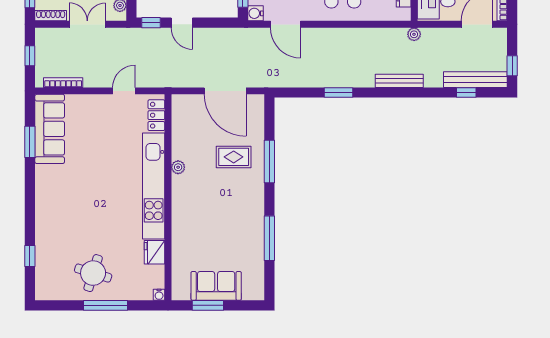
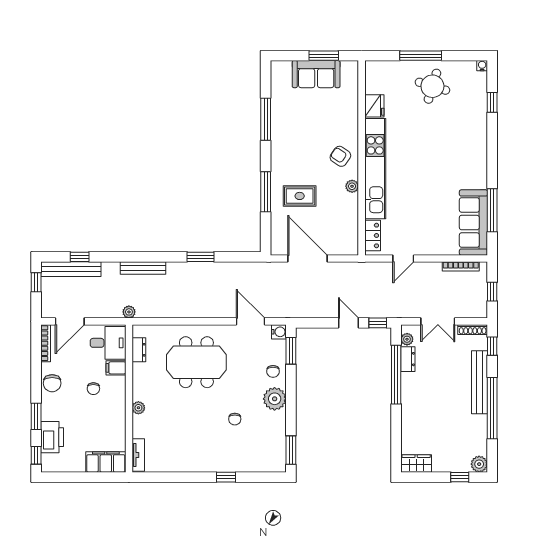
window: (30, 142) -> (492, 210), width x1.44
armchair: (190, 199) -> (340, 156), added
water cooler: (159, 295) -> (482, 66), moved

